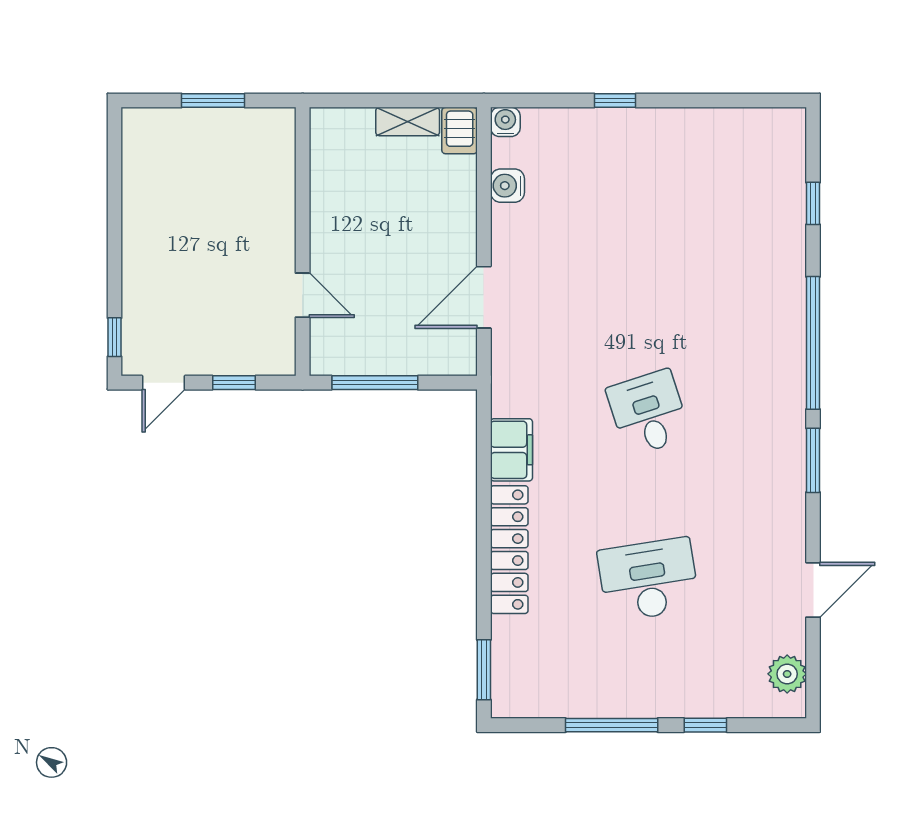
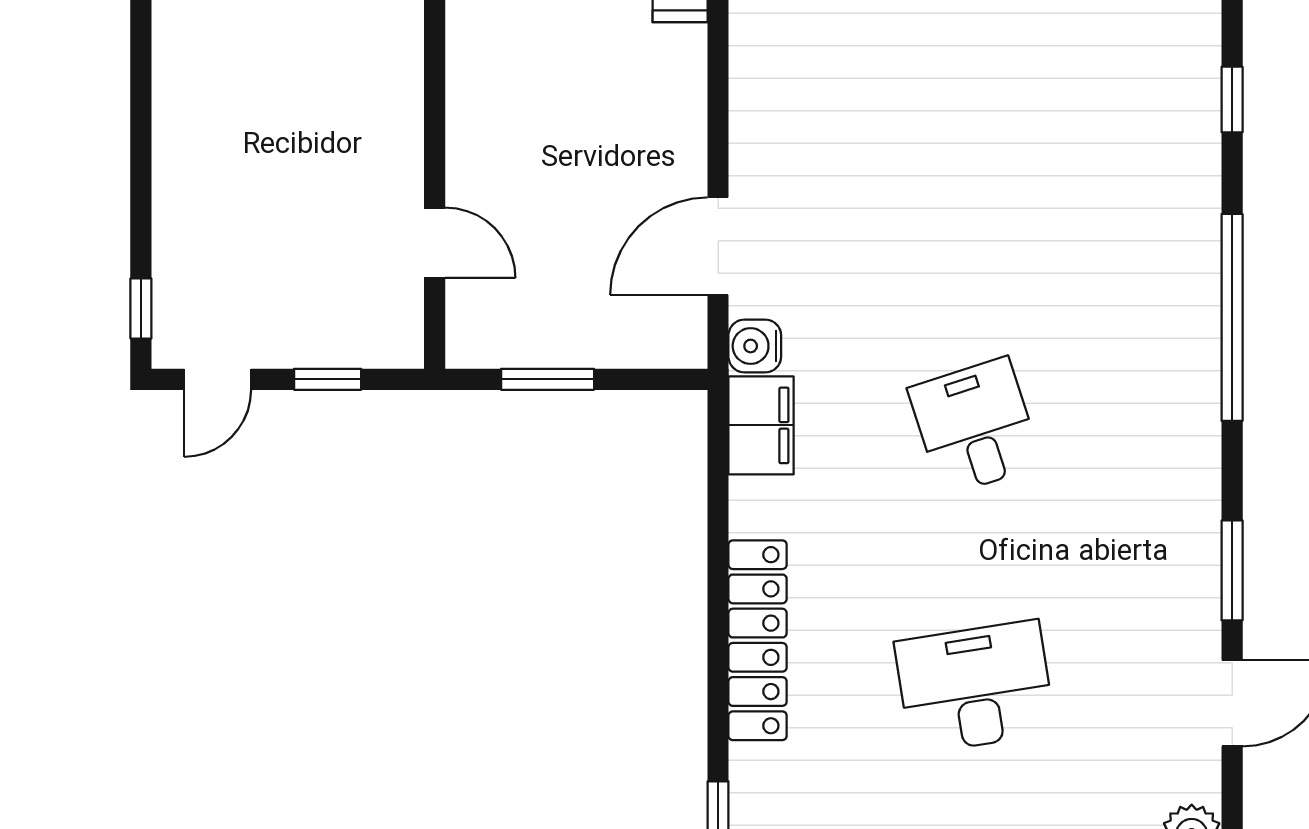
water cooler: (507, 186) -> (755, 346), moved
window: (375, 383) -> (548, 379), width x0.69
filing cabinet: (511, 450) -> (761, 425), moved
window: (813, 460) -> (1232, 570), moved

